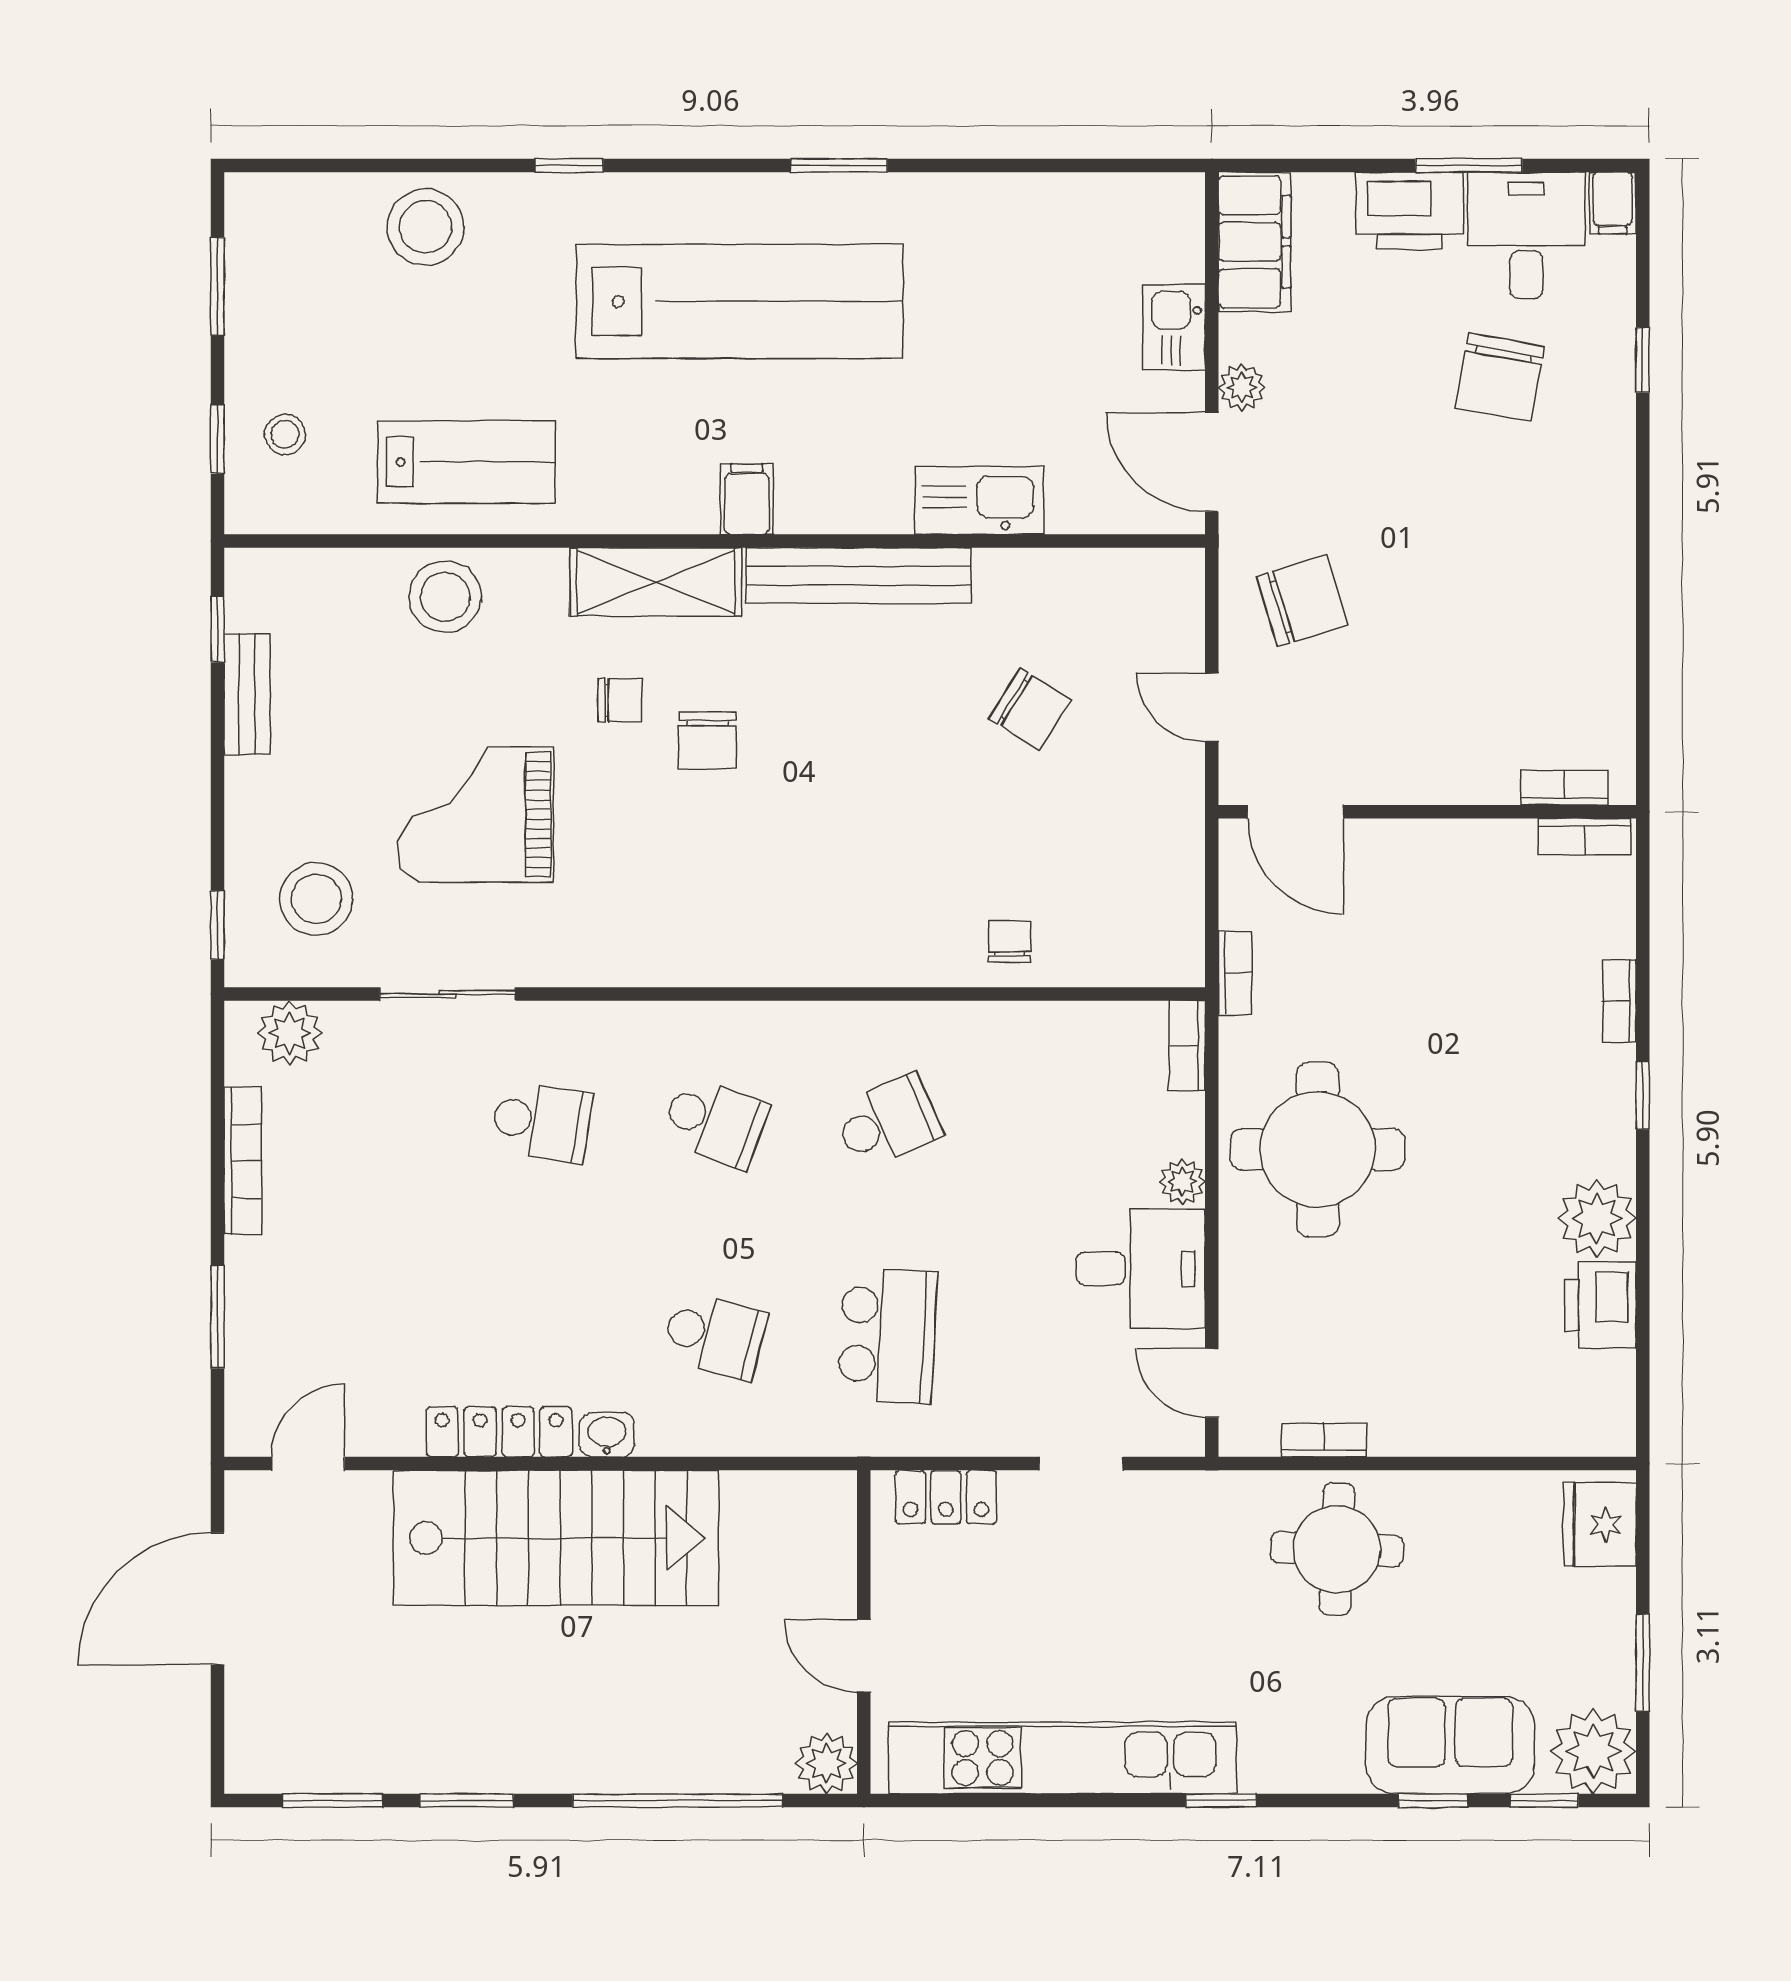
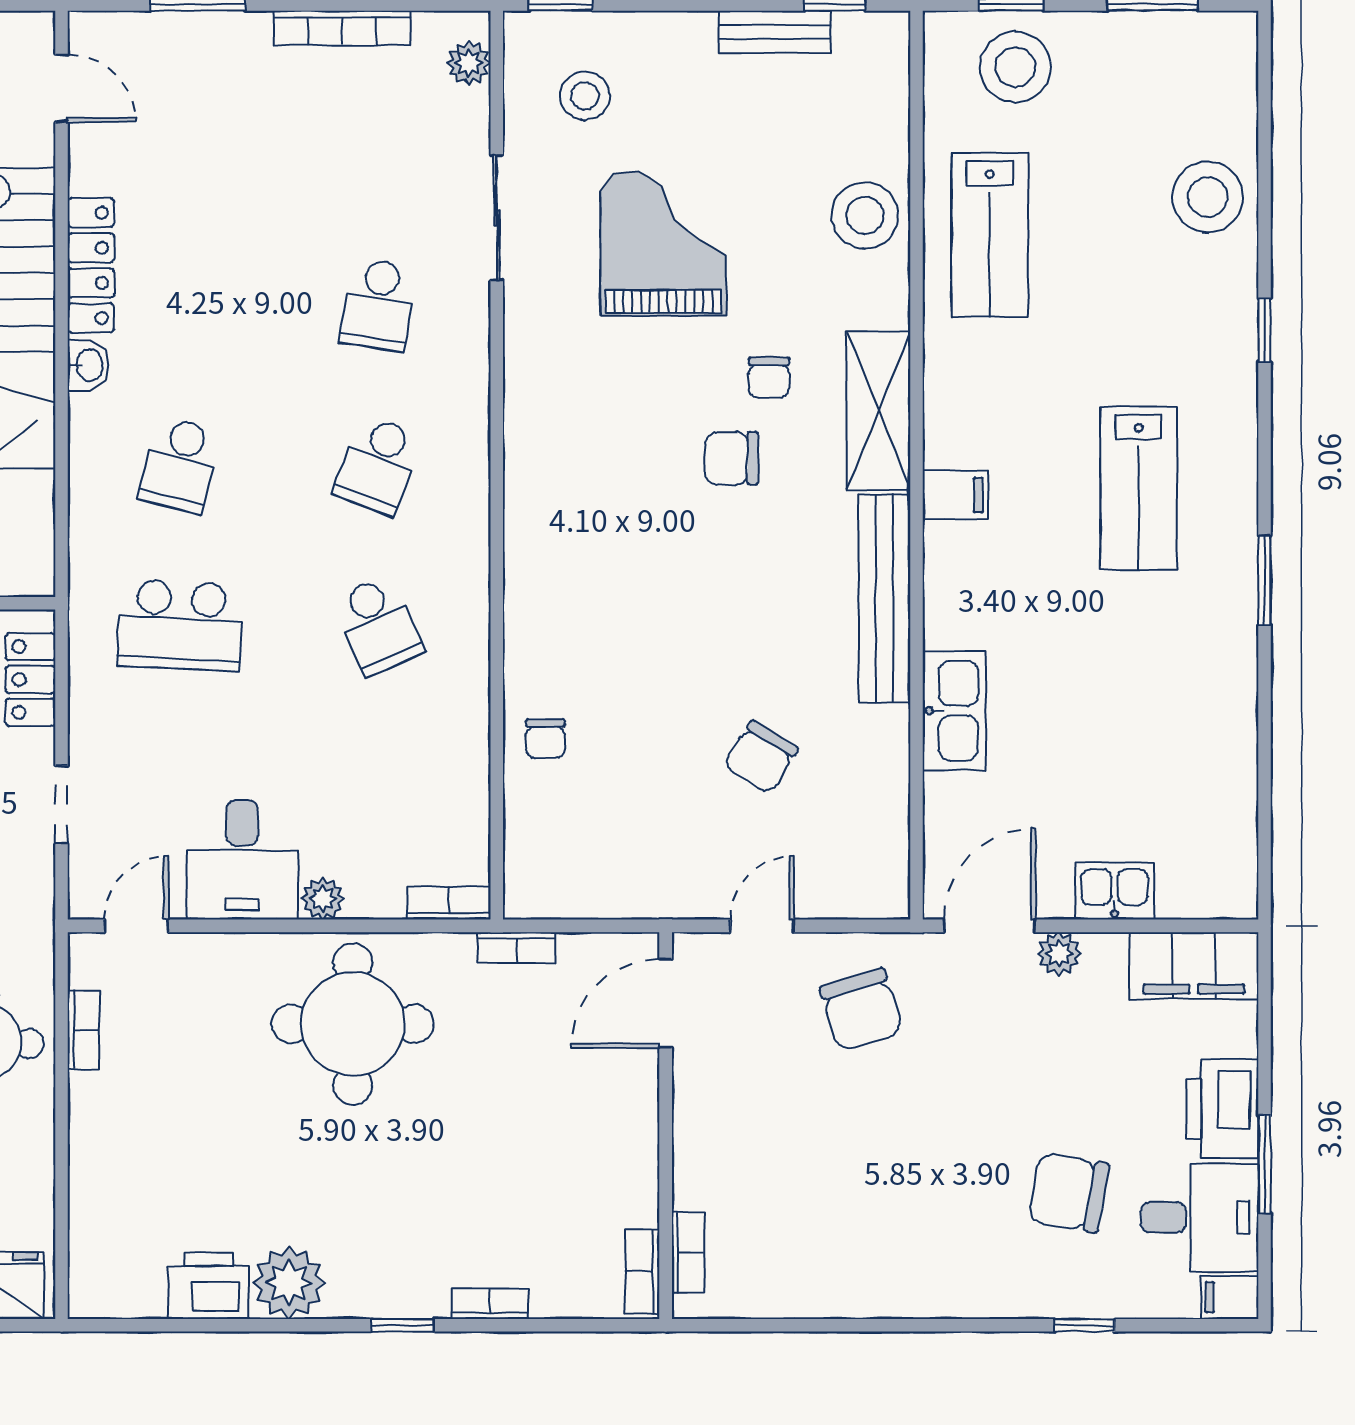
lab bench: (739, 301) -> (1139, 488), width x0.54, depth x0.72
stool: (285, 434) -> (1015, 67), width x1.89, depth x1.89
stool: (316, 899) -> (585, 96), width x0.73, depth x0.73
chair: (1010, 941) -> (546, 739), turned 90
plant: (290, 1033) -> (469, 63), width x0.73, depth x0.73

